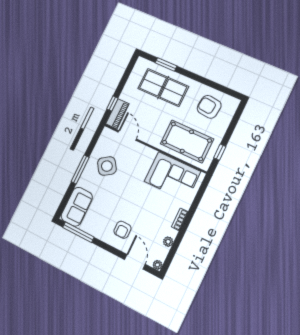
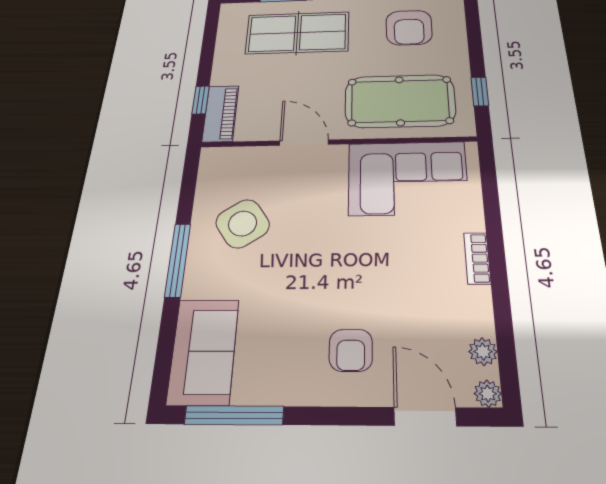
armchair: (209, 107) -> (409, 28), turned -96
door: (127, 135) -> (304, 143), moved
plant: (168, 242) -> (483, 352), moved

